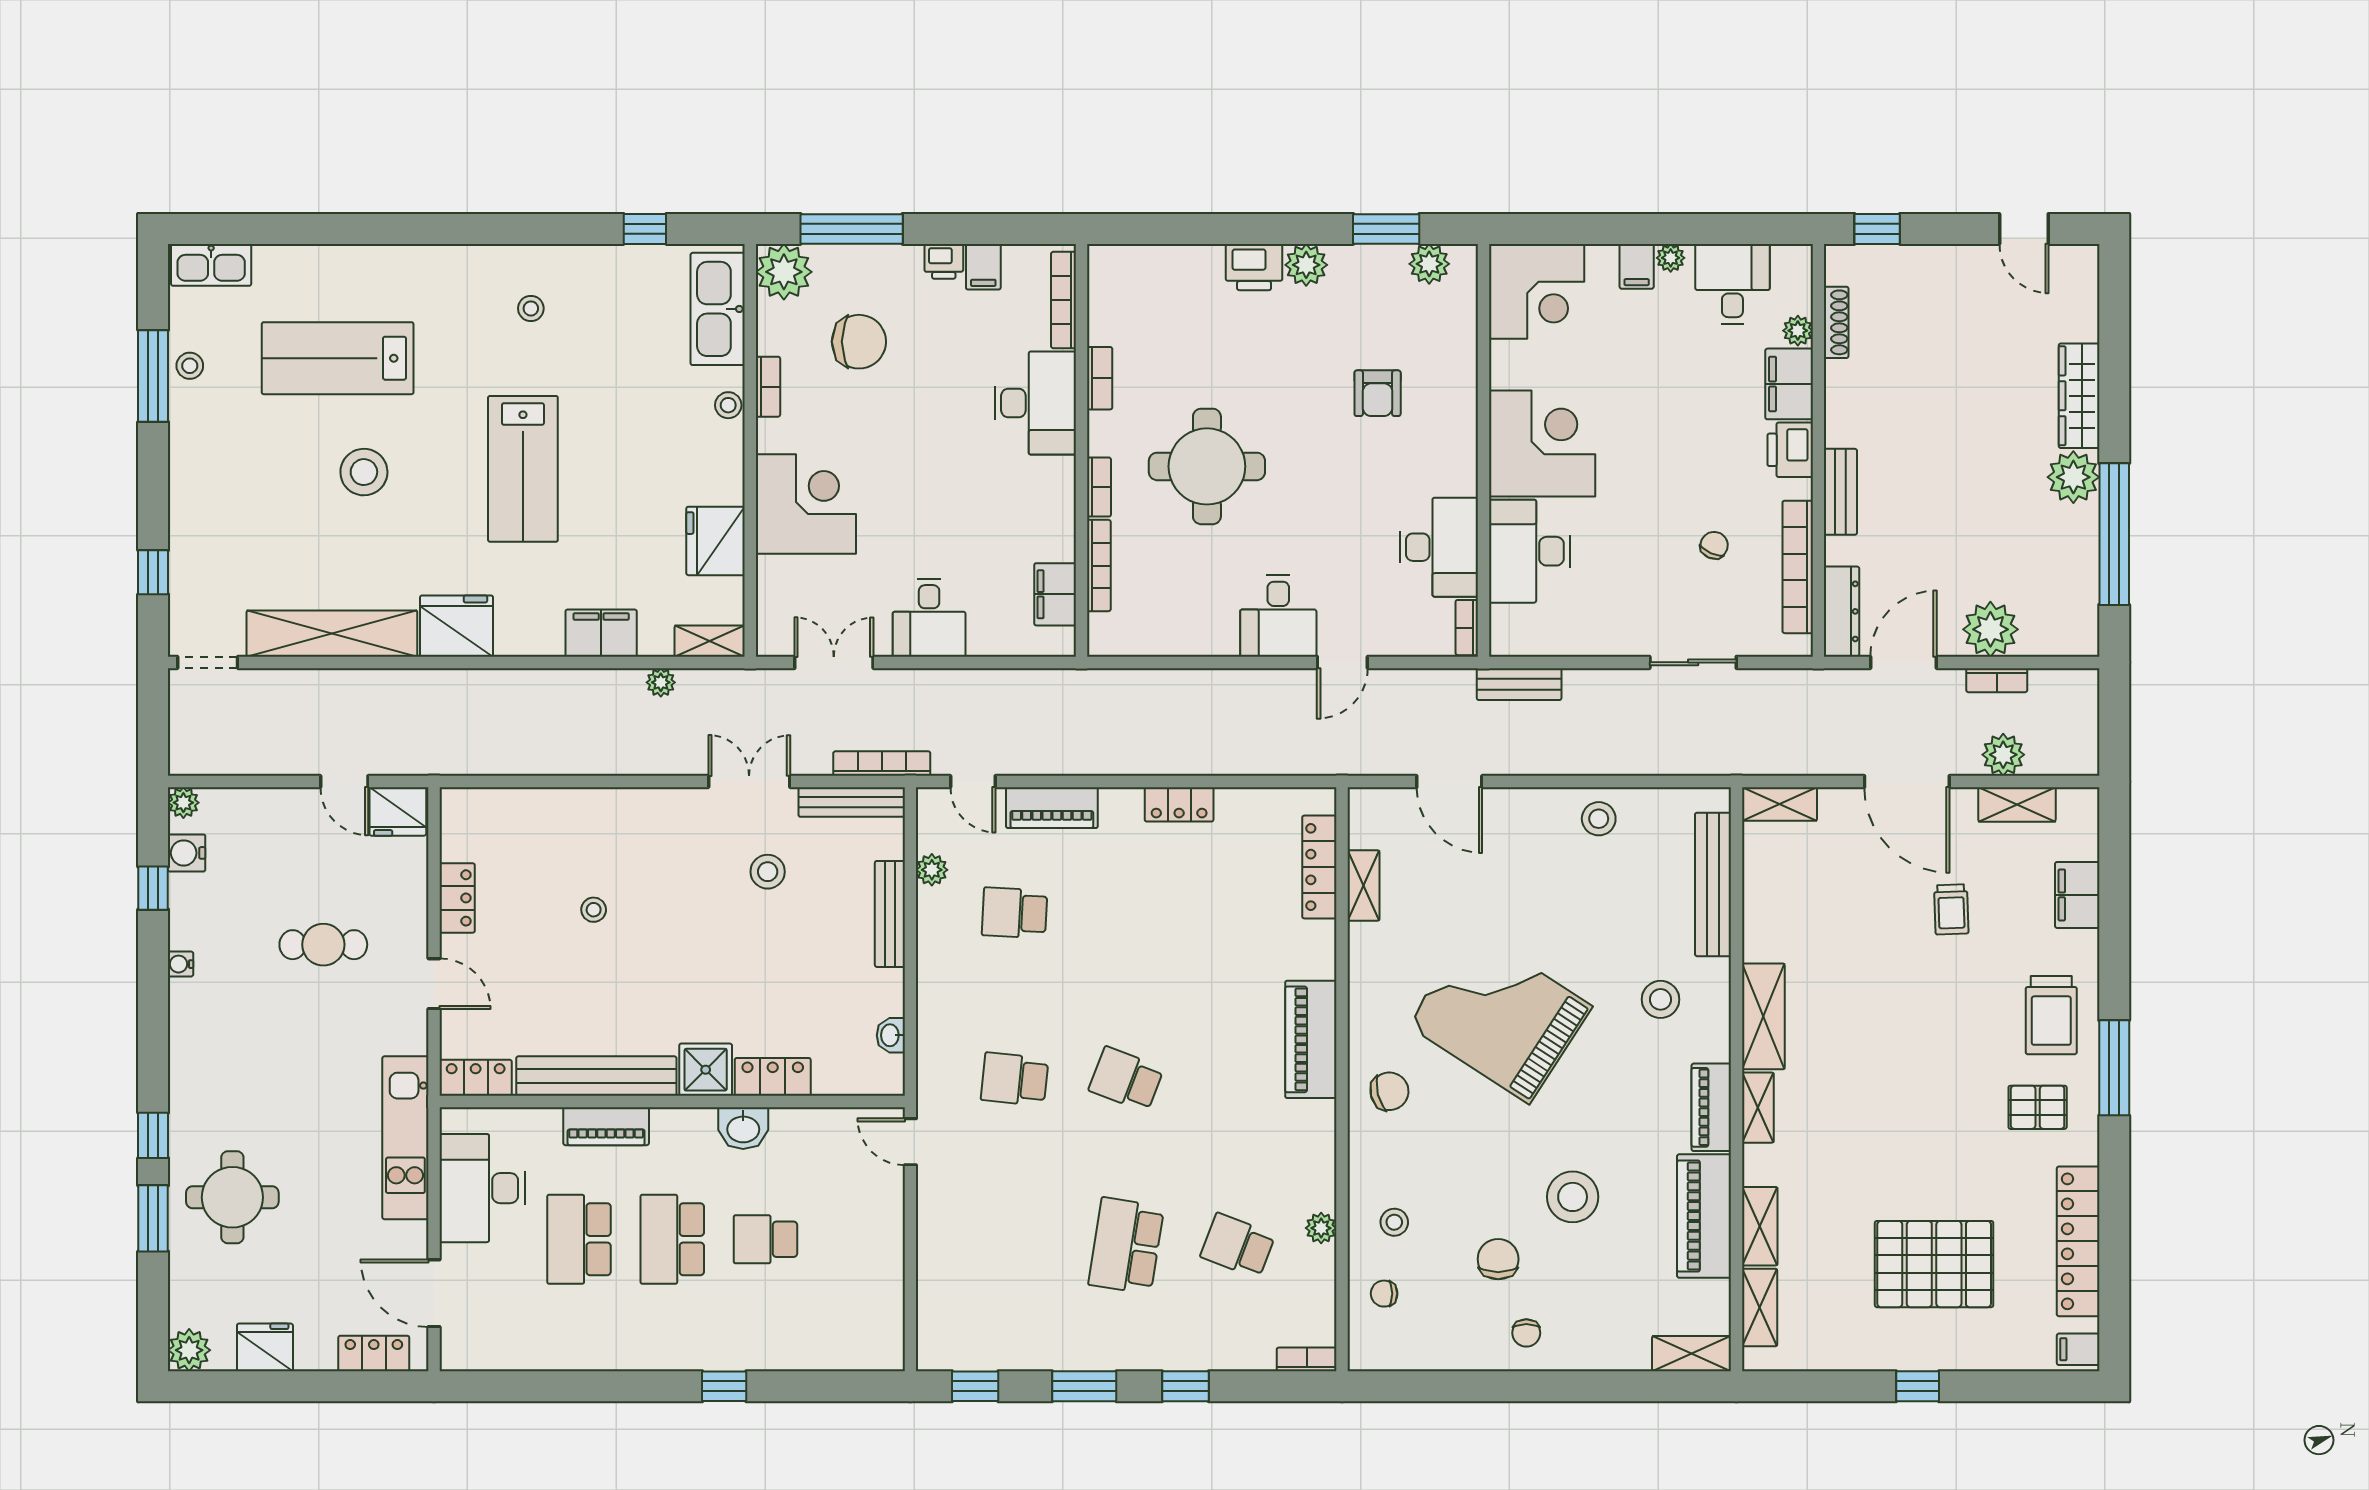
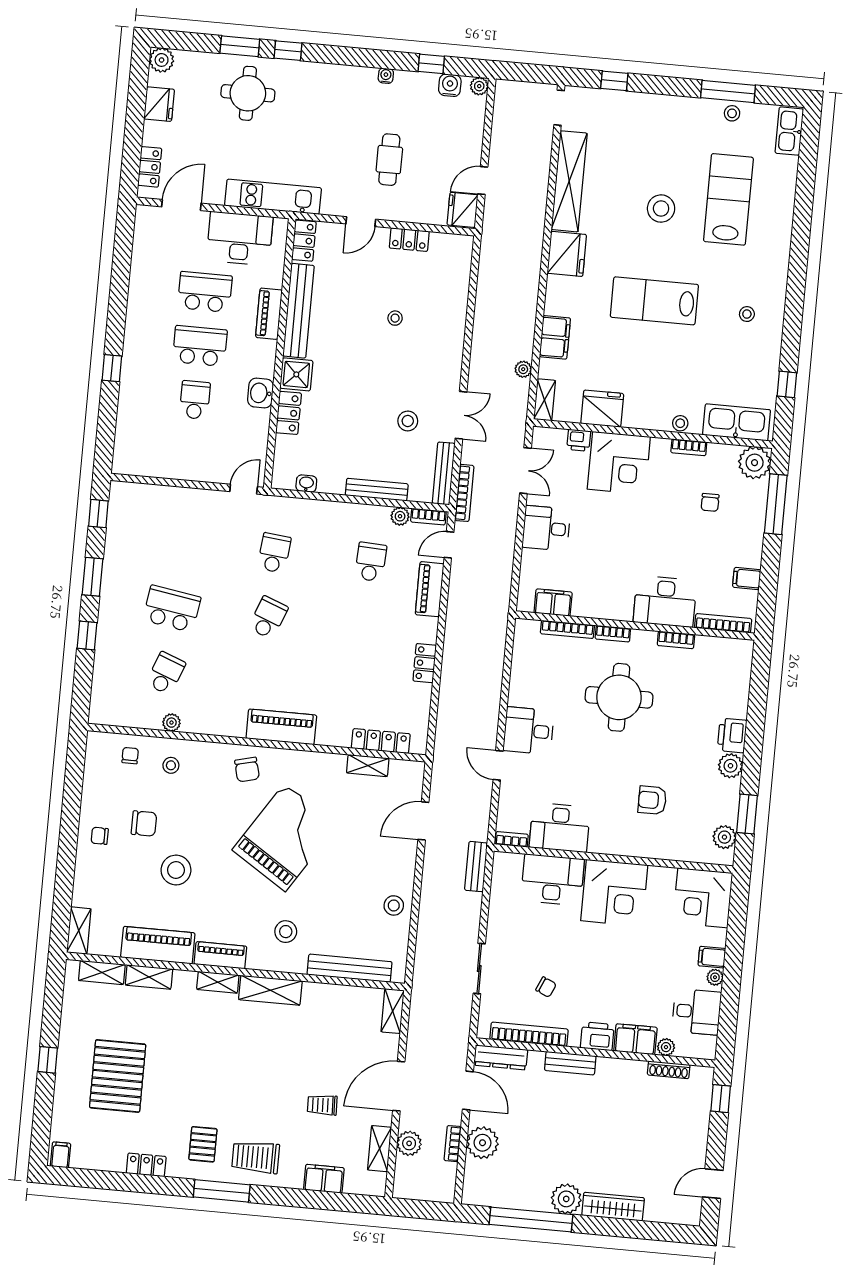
printer: (944, 261) -> (579, 440), moved, turned -90
chair: (859, 342) -> (710, 502), width x0.54, depth x0.54
locker: (2078, 1241) -> (146, 1165), width x0.46, depth x0.83
bookcase: (1307, 1359) -> (428, 517), moved, turned 90

